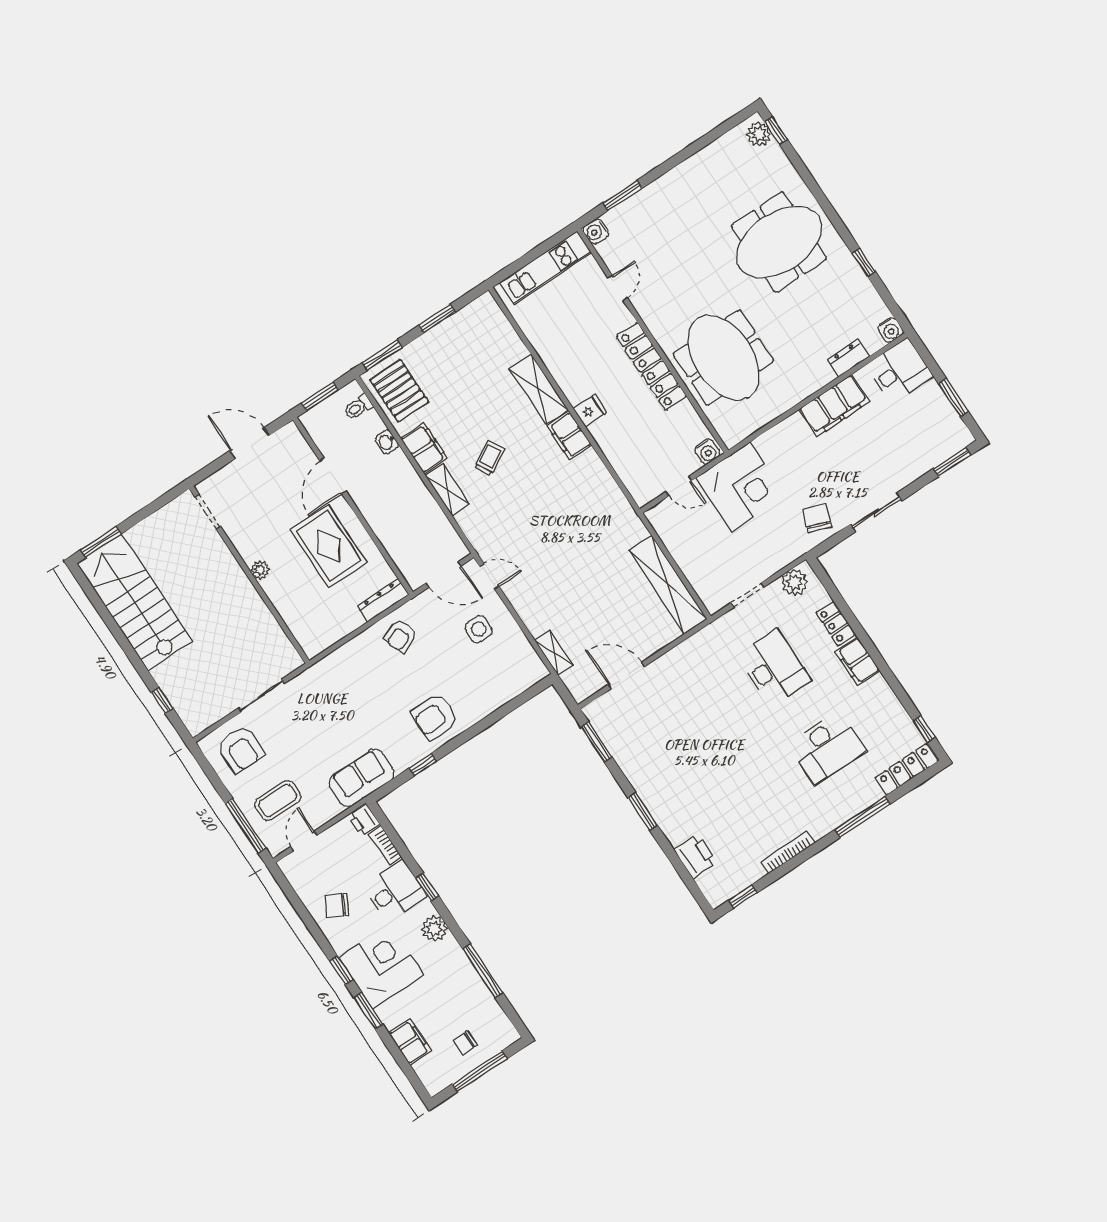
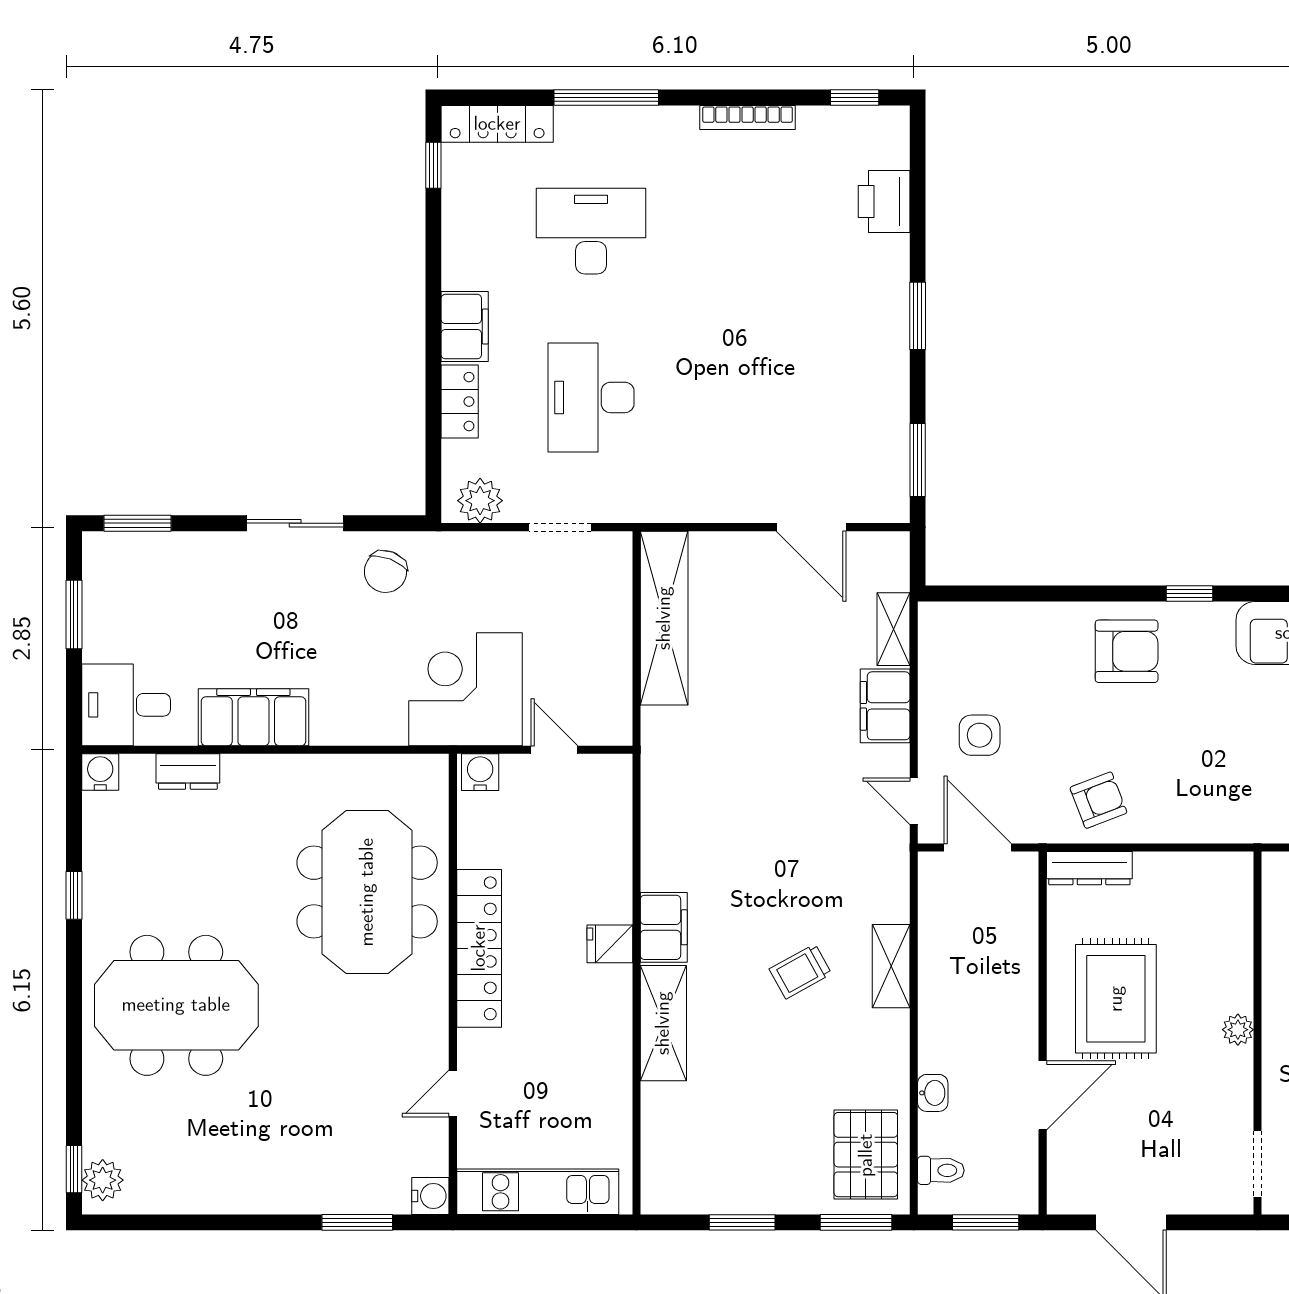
filing cabinet: (424, 448) -> (885, 706), moved

